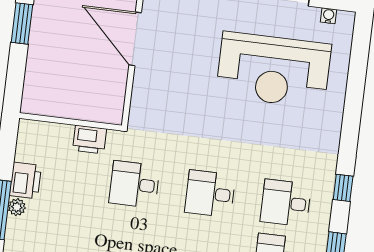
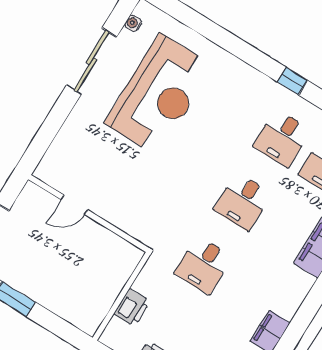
door: (135, 39) -> (74, 205), width x0.53
printer: (90, 140) -> (132, 308), moved

